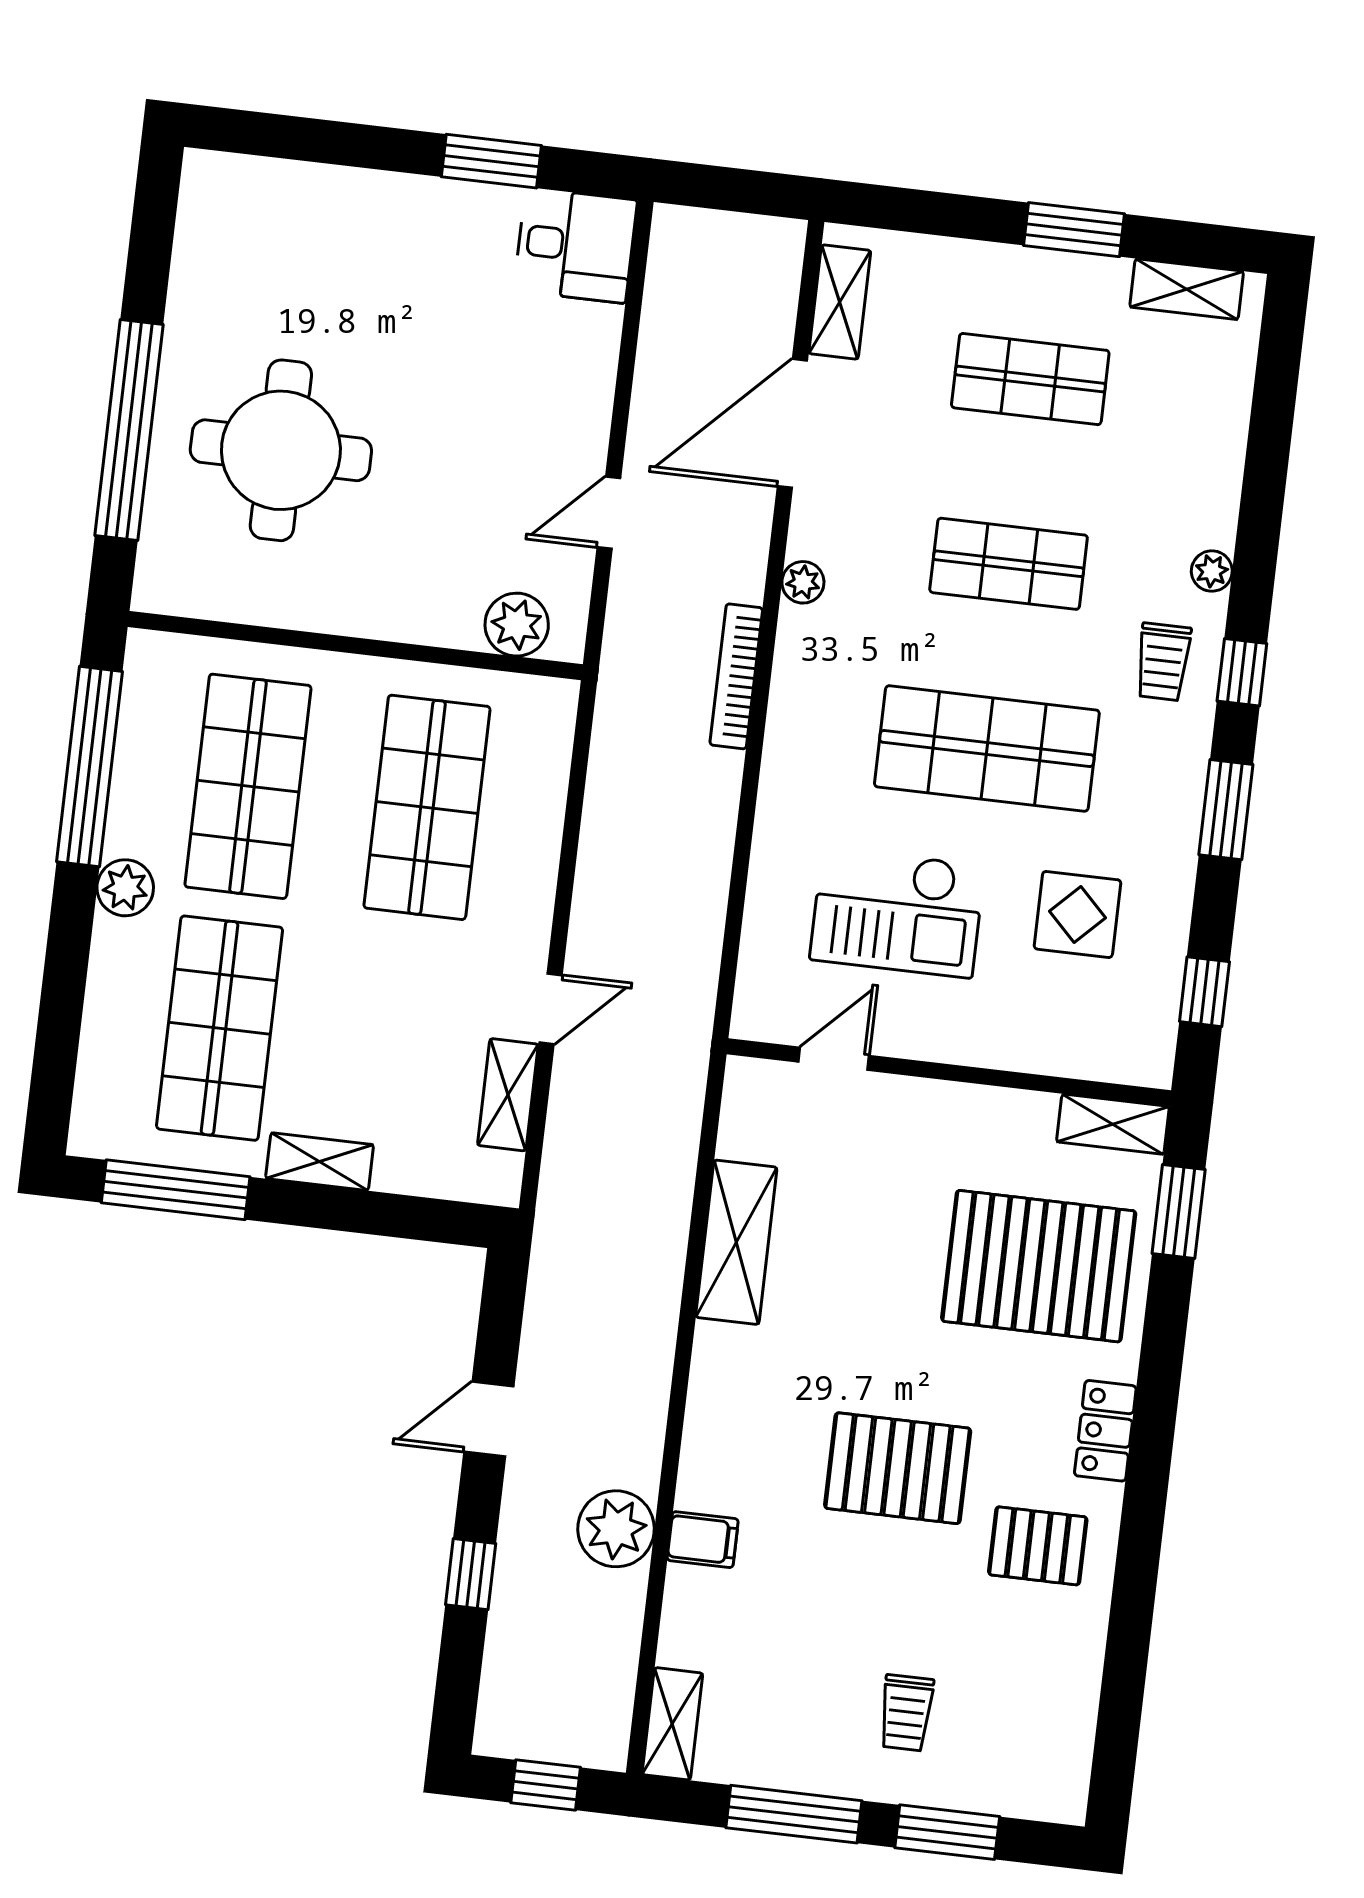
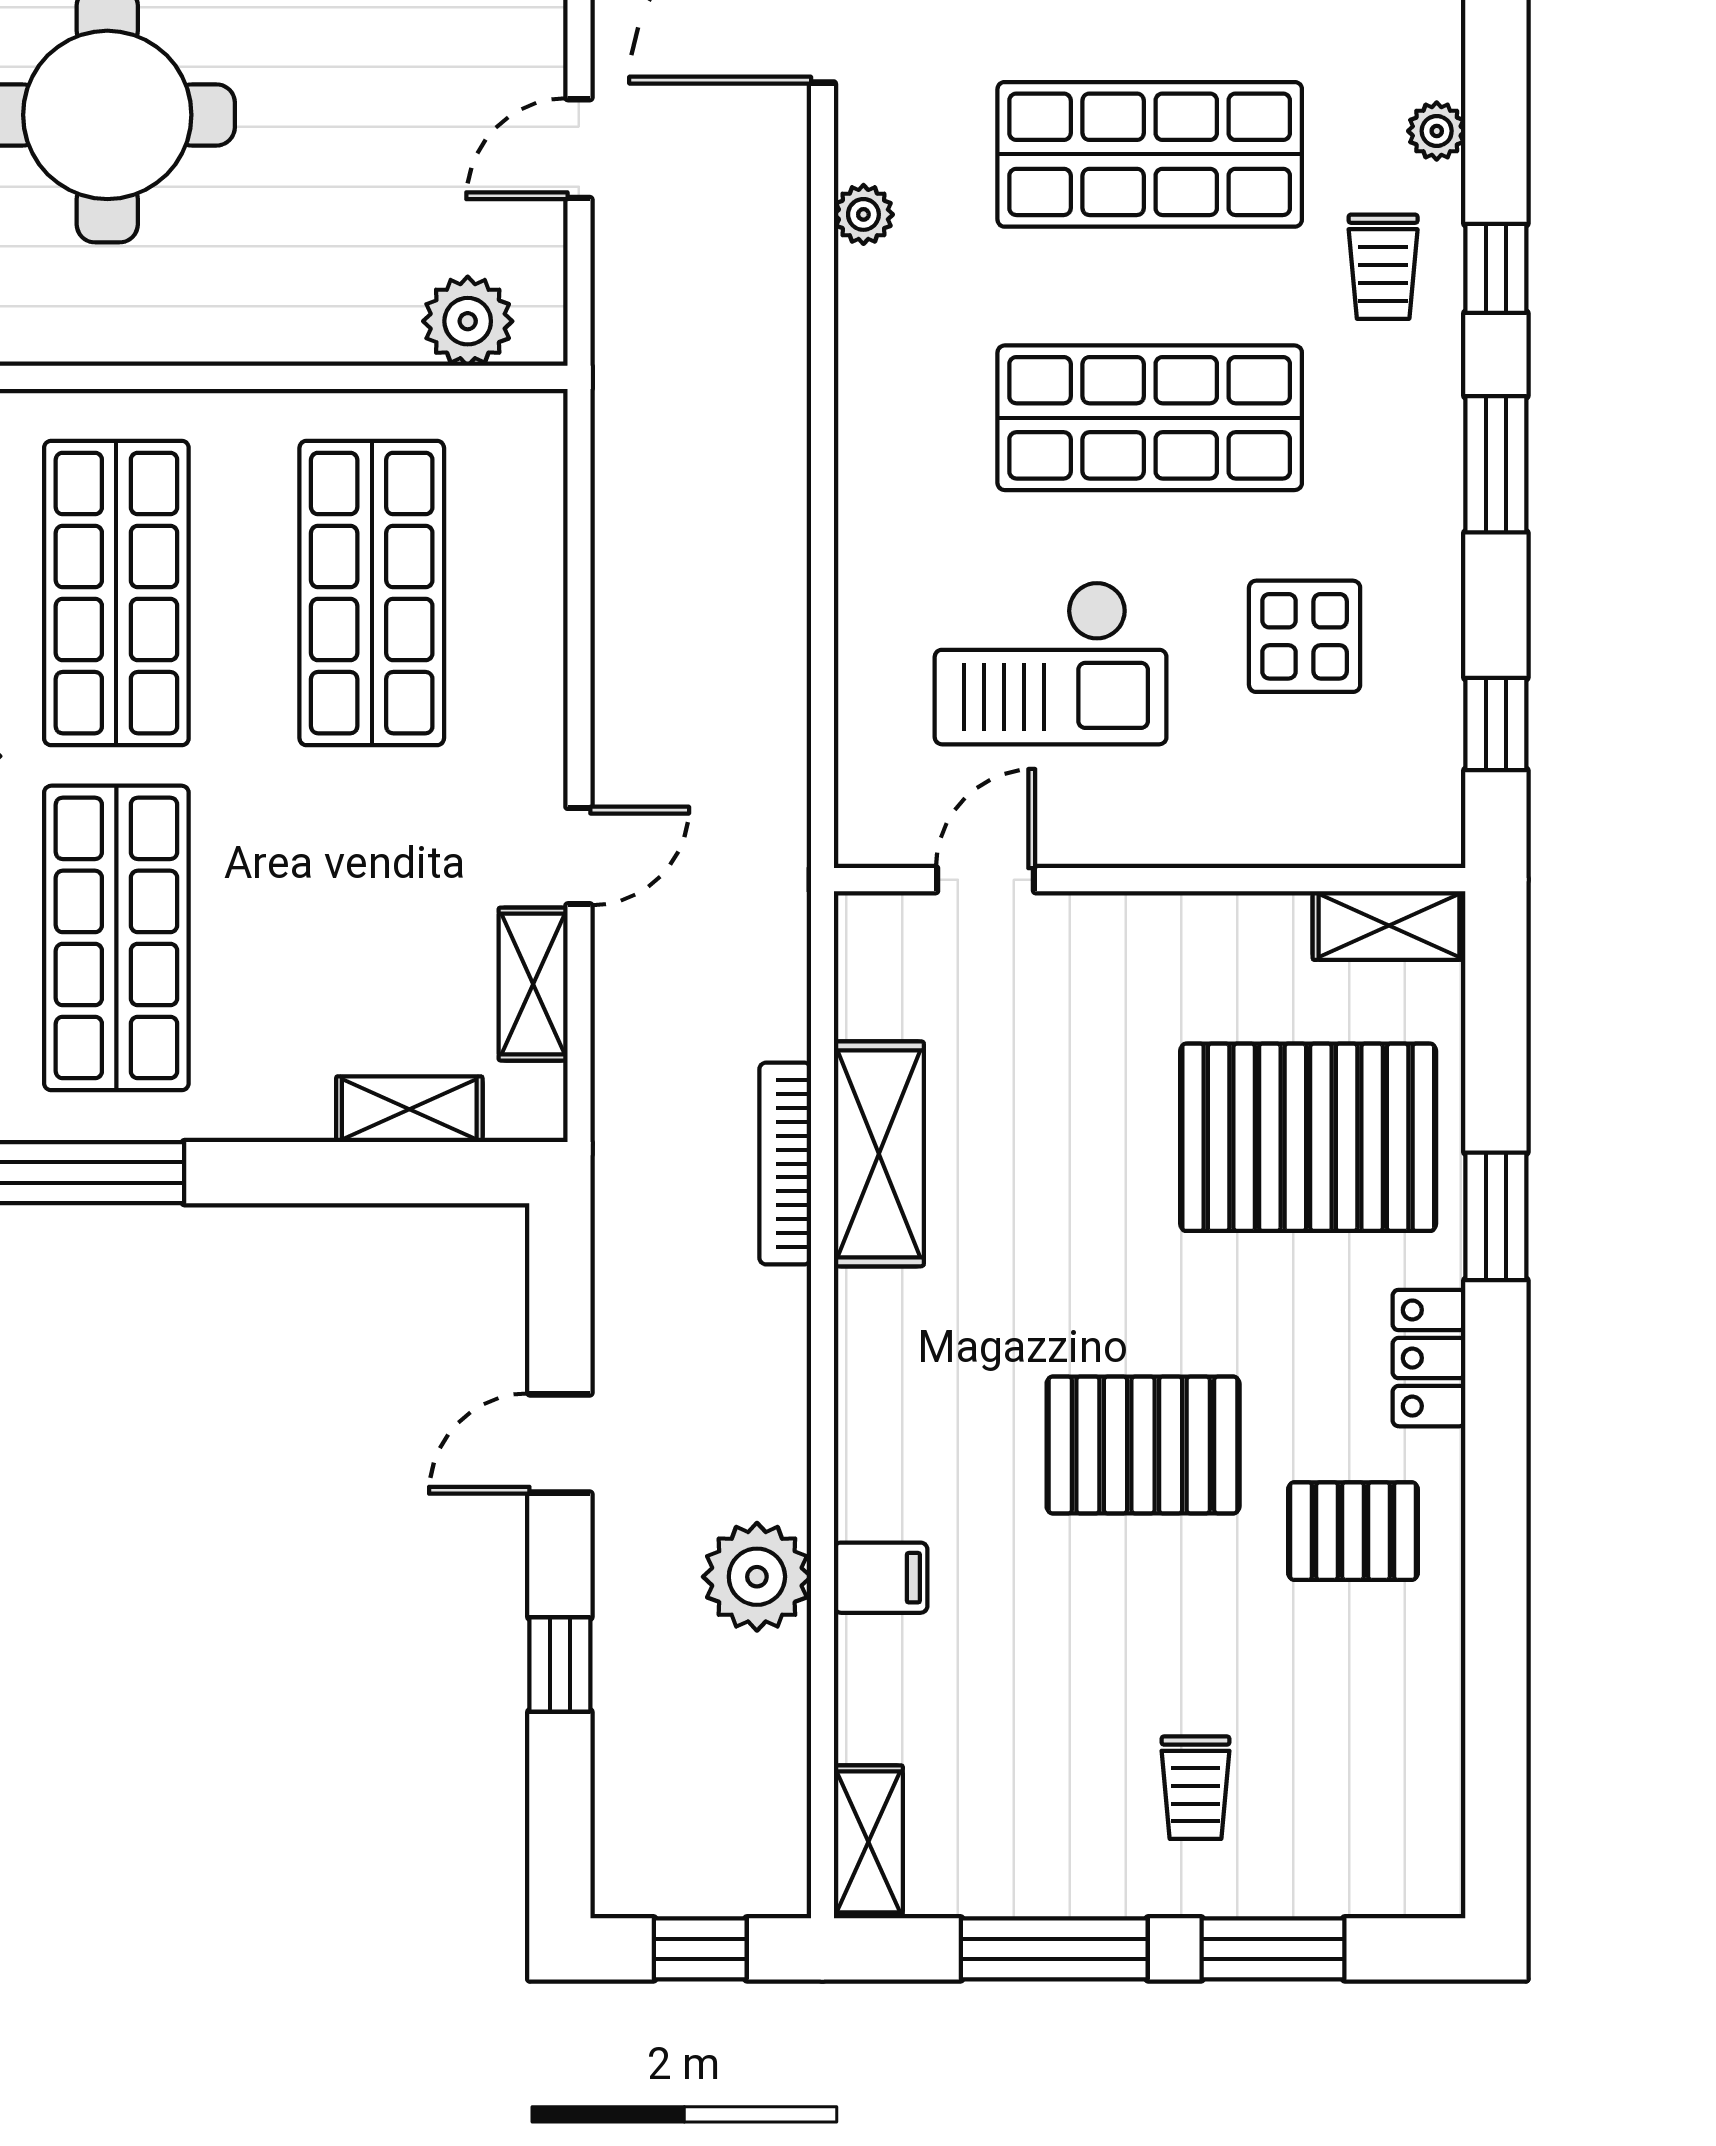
shop shelf: (1009, 564) -> (1150, 154), width x1.43, depth x1.36
bookcase: (736, 676) -> (785, 1164), moved
shelving: (320, 1162) -> (409, 1109), moved
window: (1179, 1211) -> (1496, 1216), moved

